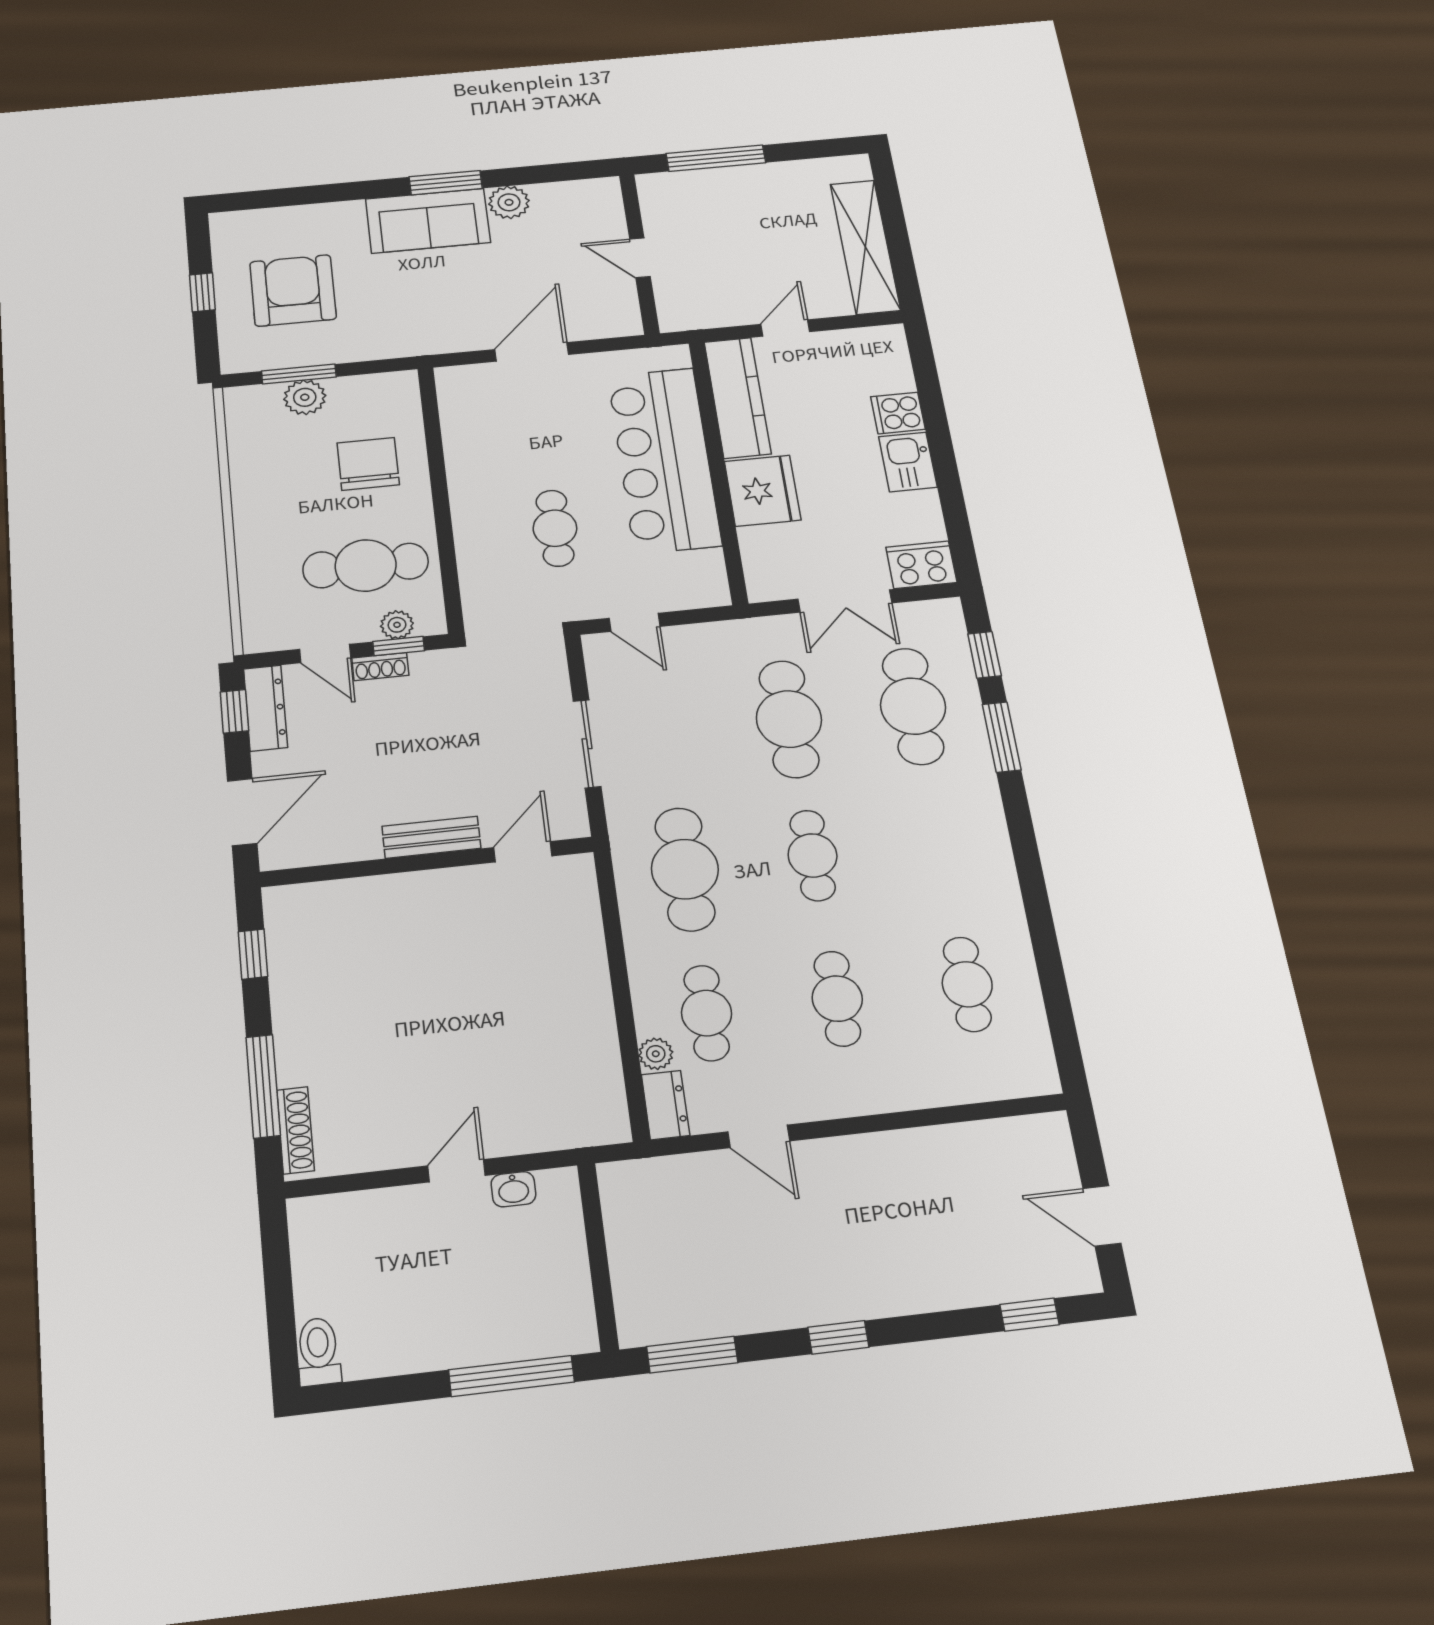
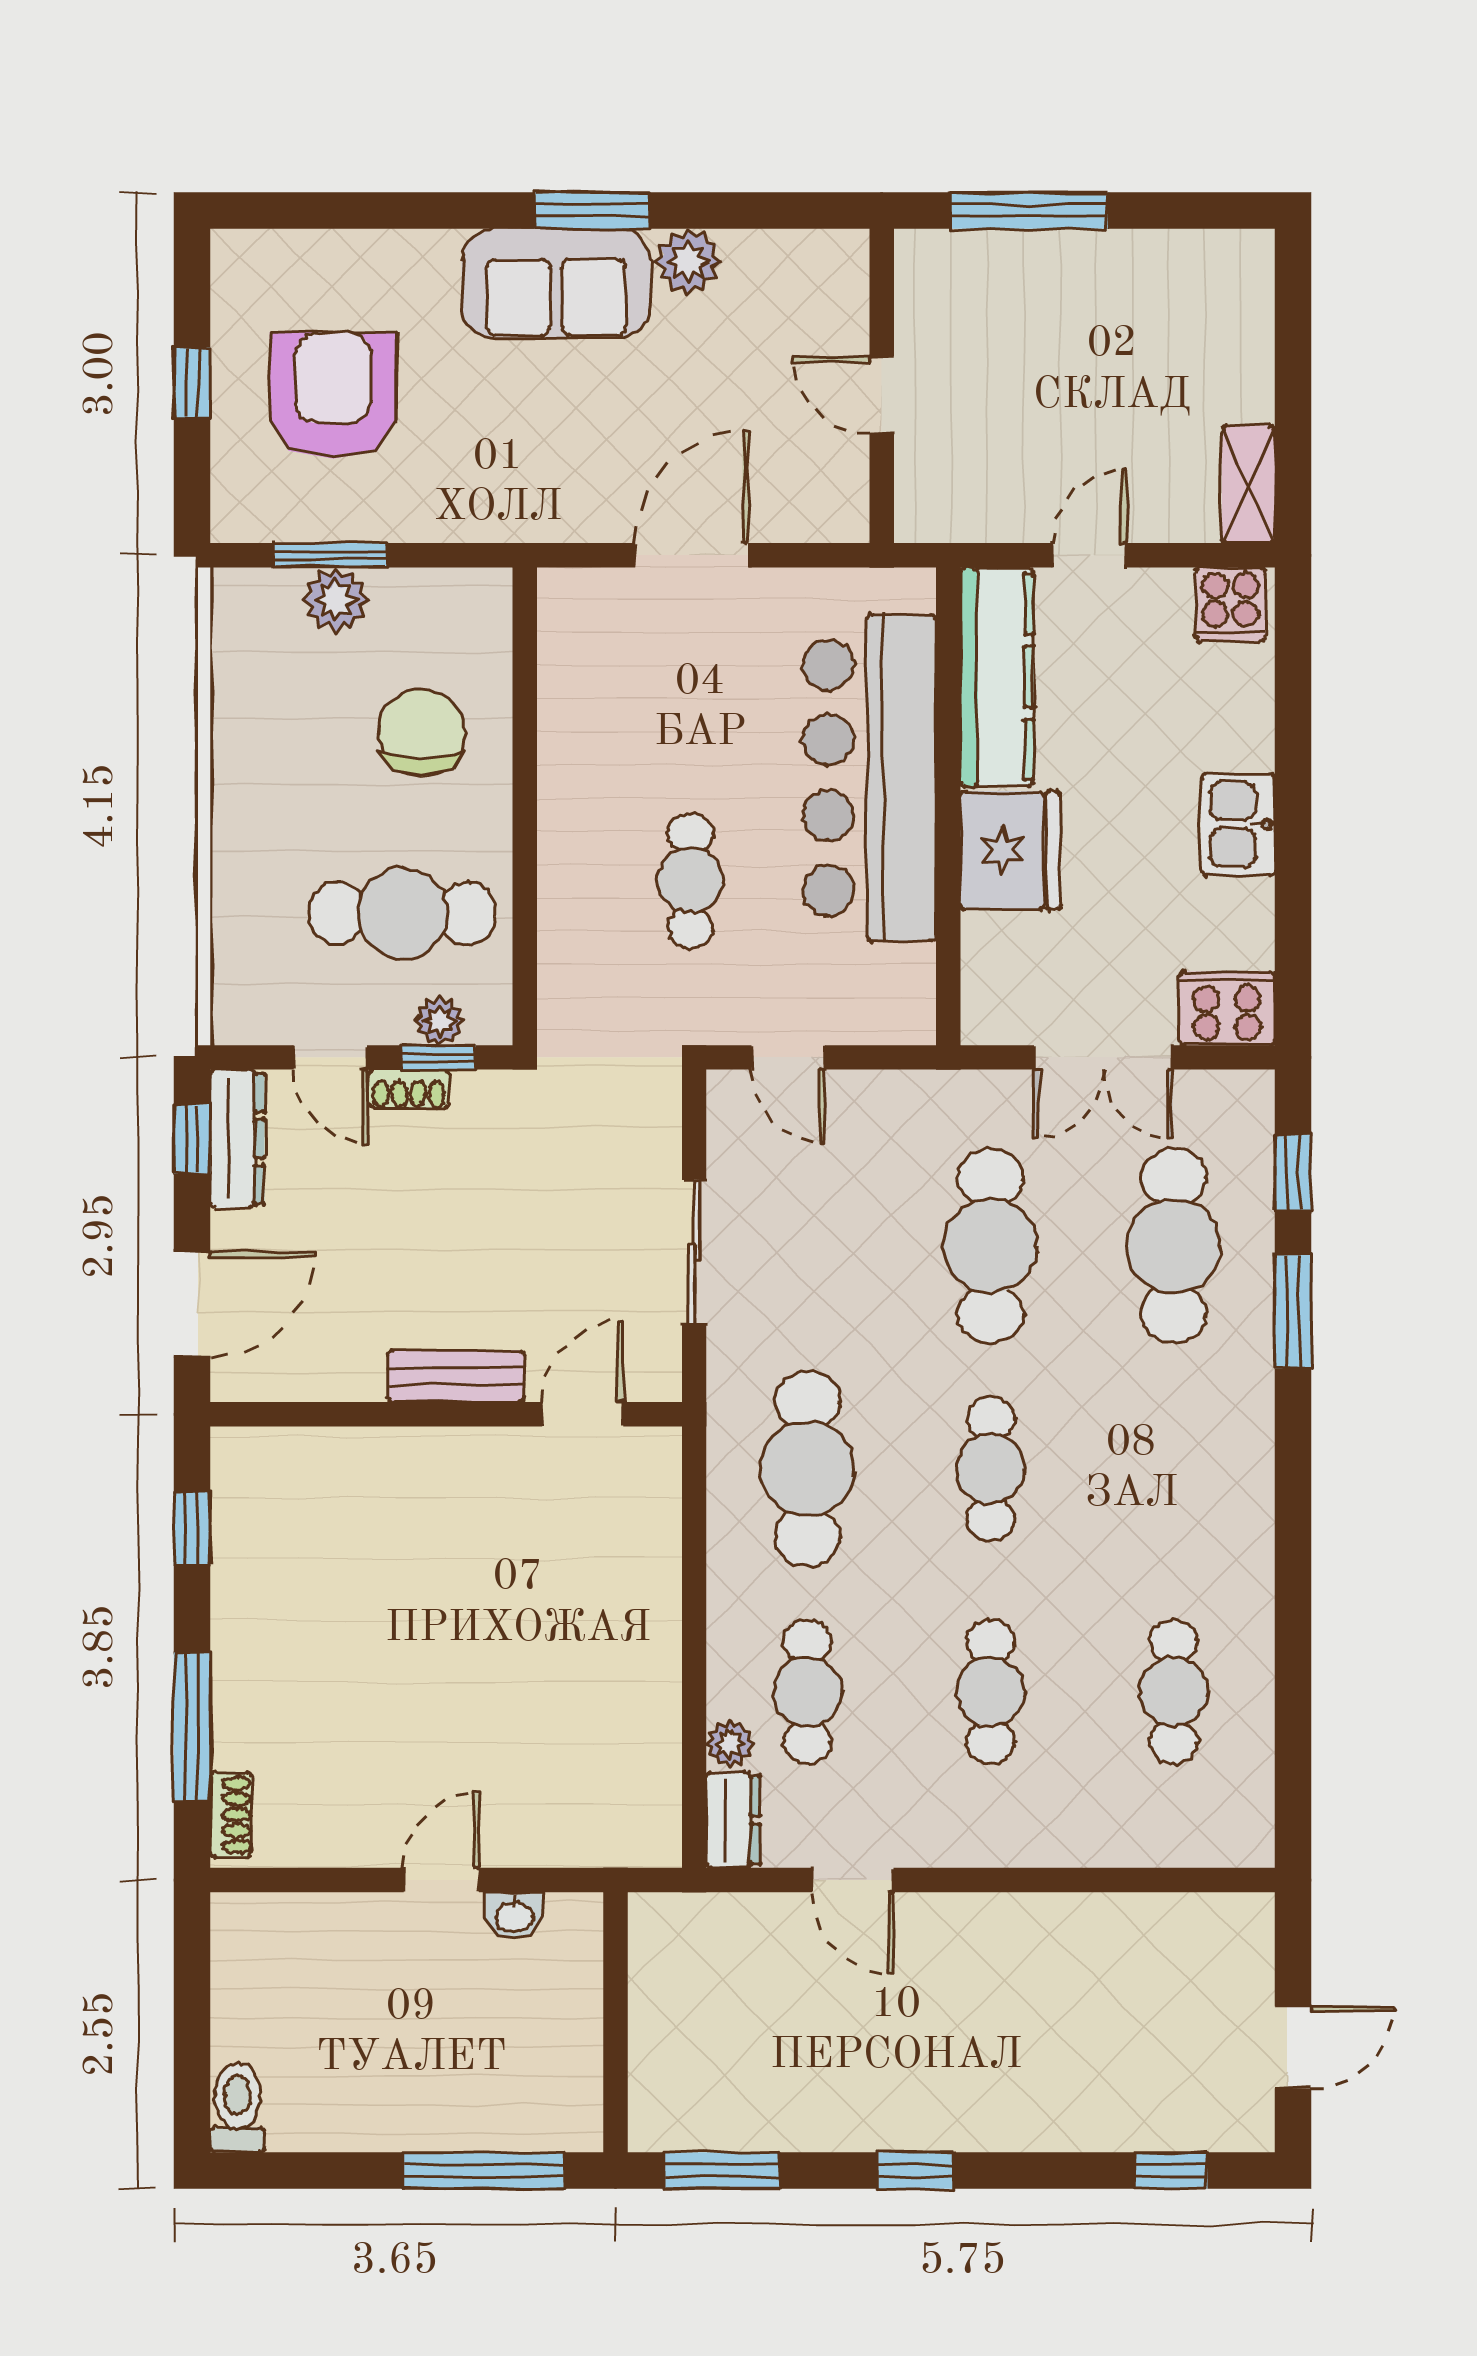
shelving: (865, 247) -> (1248, 484), width x0.45, depth x0.75
cooker: (898, 413) -> (1231, 604), moved, turned -90
shoe rack: (296, 1130) -> (231, 1815), width x0.70
door: (1102, 1216) -> (1293, 2047), swing flipped

